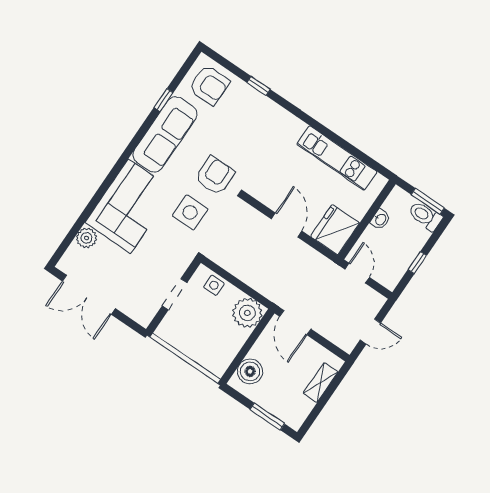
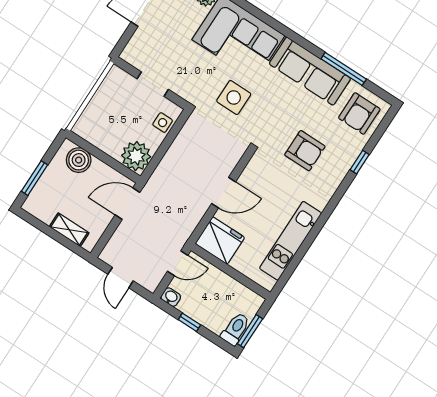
window: (164, 100) -> (344, 69), width x2.17
armchair: (215, 176) -> (305, 151), moved
washbasin: (380, 219) -> (171, 297), moved, turned 180

